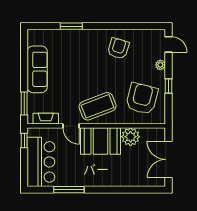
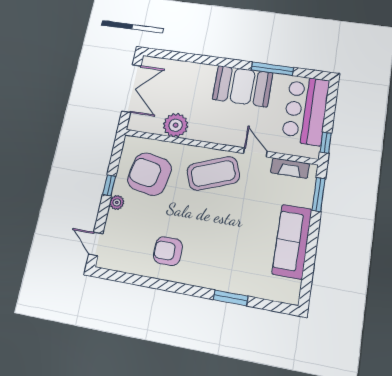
armchair: (118, 48) -> (168, 251), turned 73
plant: (160, 65) -> (117, 202), moved
armchair: (142, 99) -> (149, 174), turned 87
booth: (101, 141) -> (243, 86), moved

